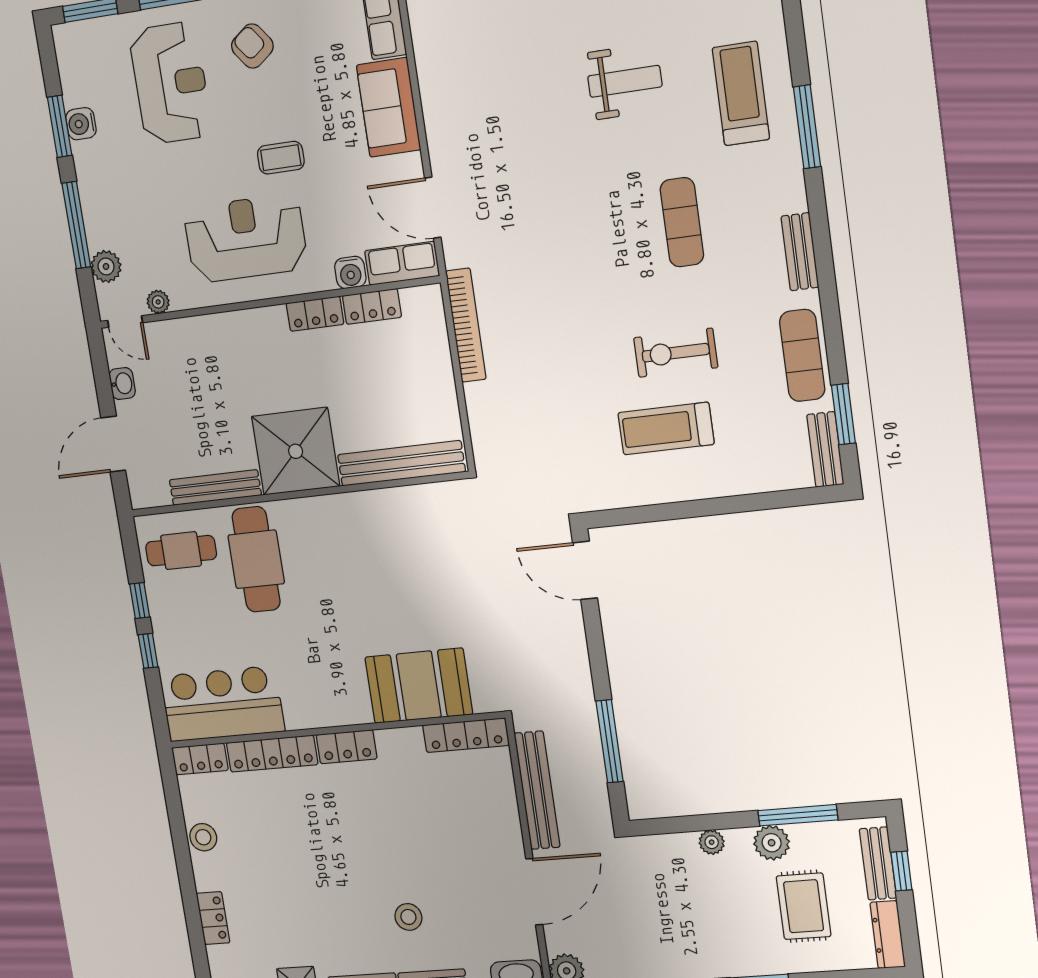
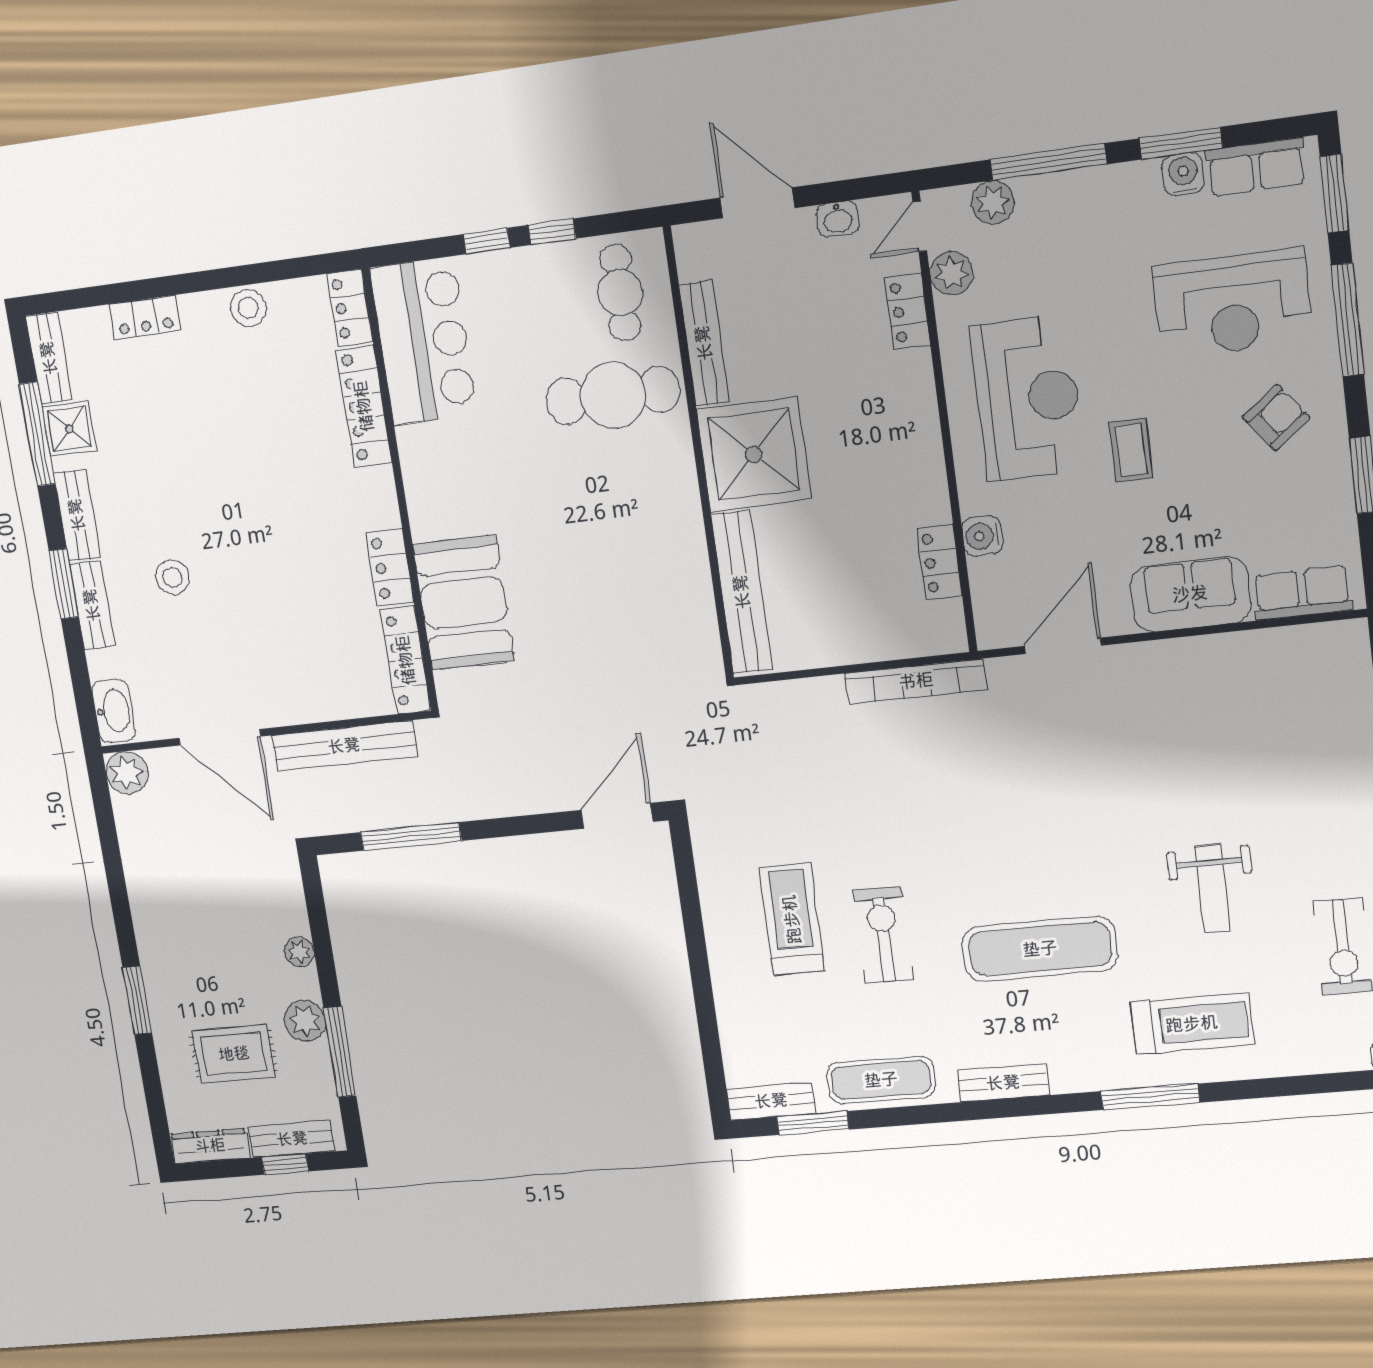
exercise mat: (682, 222) -> (1040, 949), width x1.36, depth x1.45
row of seats: (402, 263) -> (1256, 167), moved, turned 90
plant: (158, 302) -> (951, 273), width x1.38, depth x1.38
locker: (315, 314) -> (908, 311), moved
locker: (347, 747) -> (390, 567), moved

